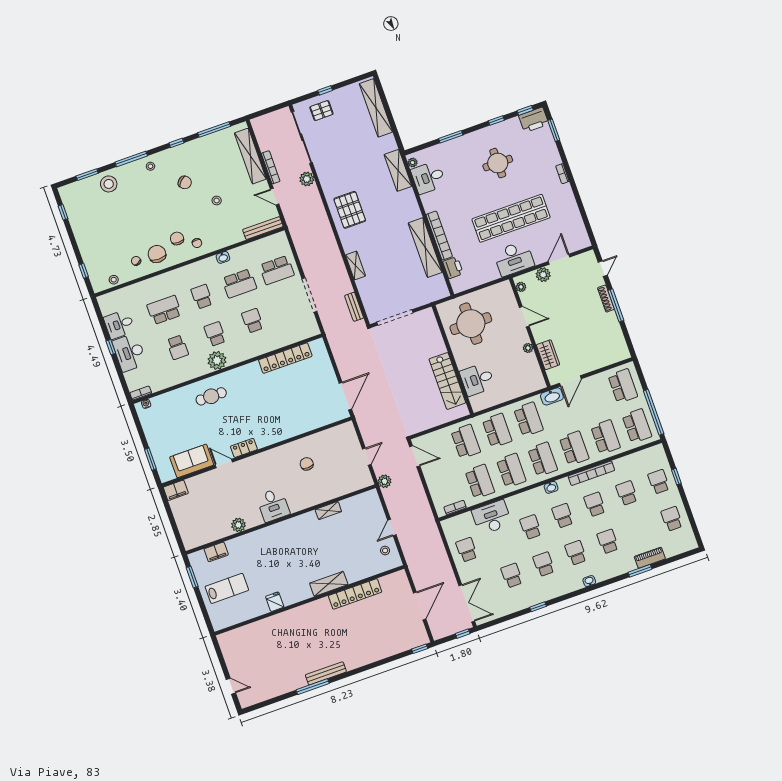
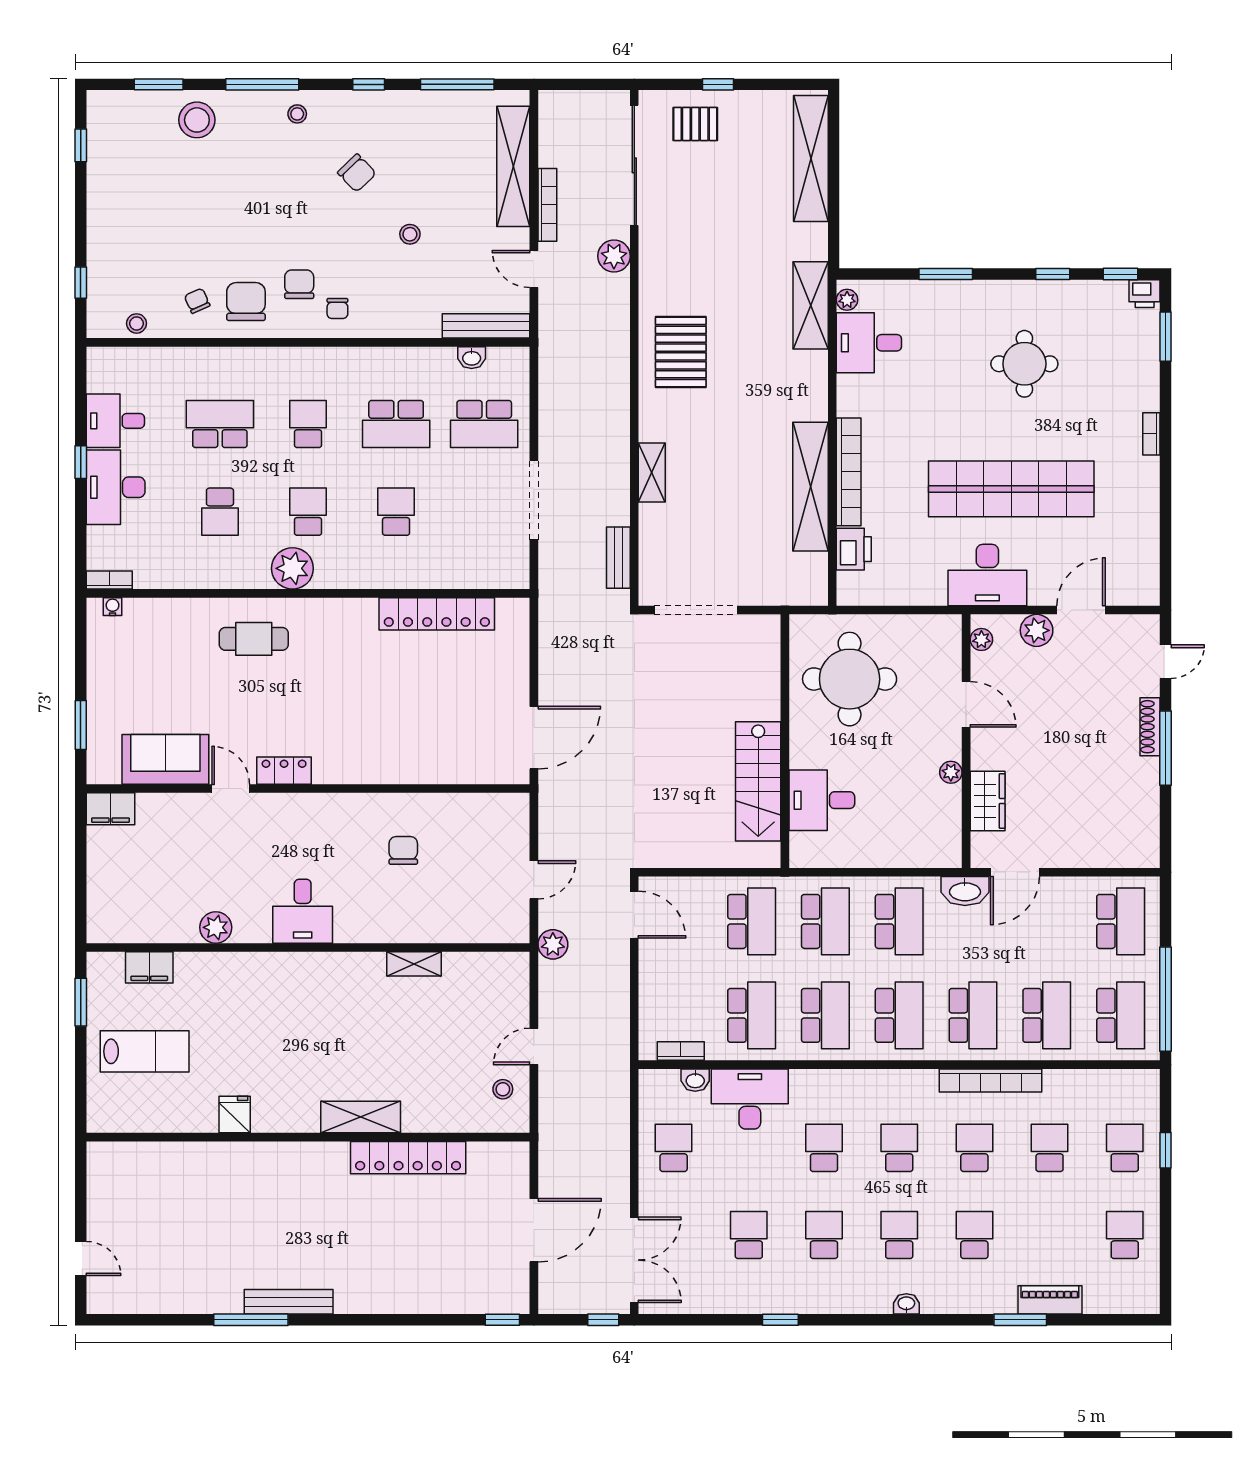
printer: (534, 120) -> (1145, 294), width x0.53, depth x0.68
washbasin: (223, 257) -> (472, 358), moved
washbasin: (551, 487) -> (695, 1080), moved

